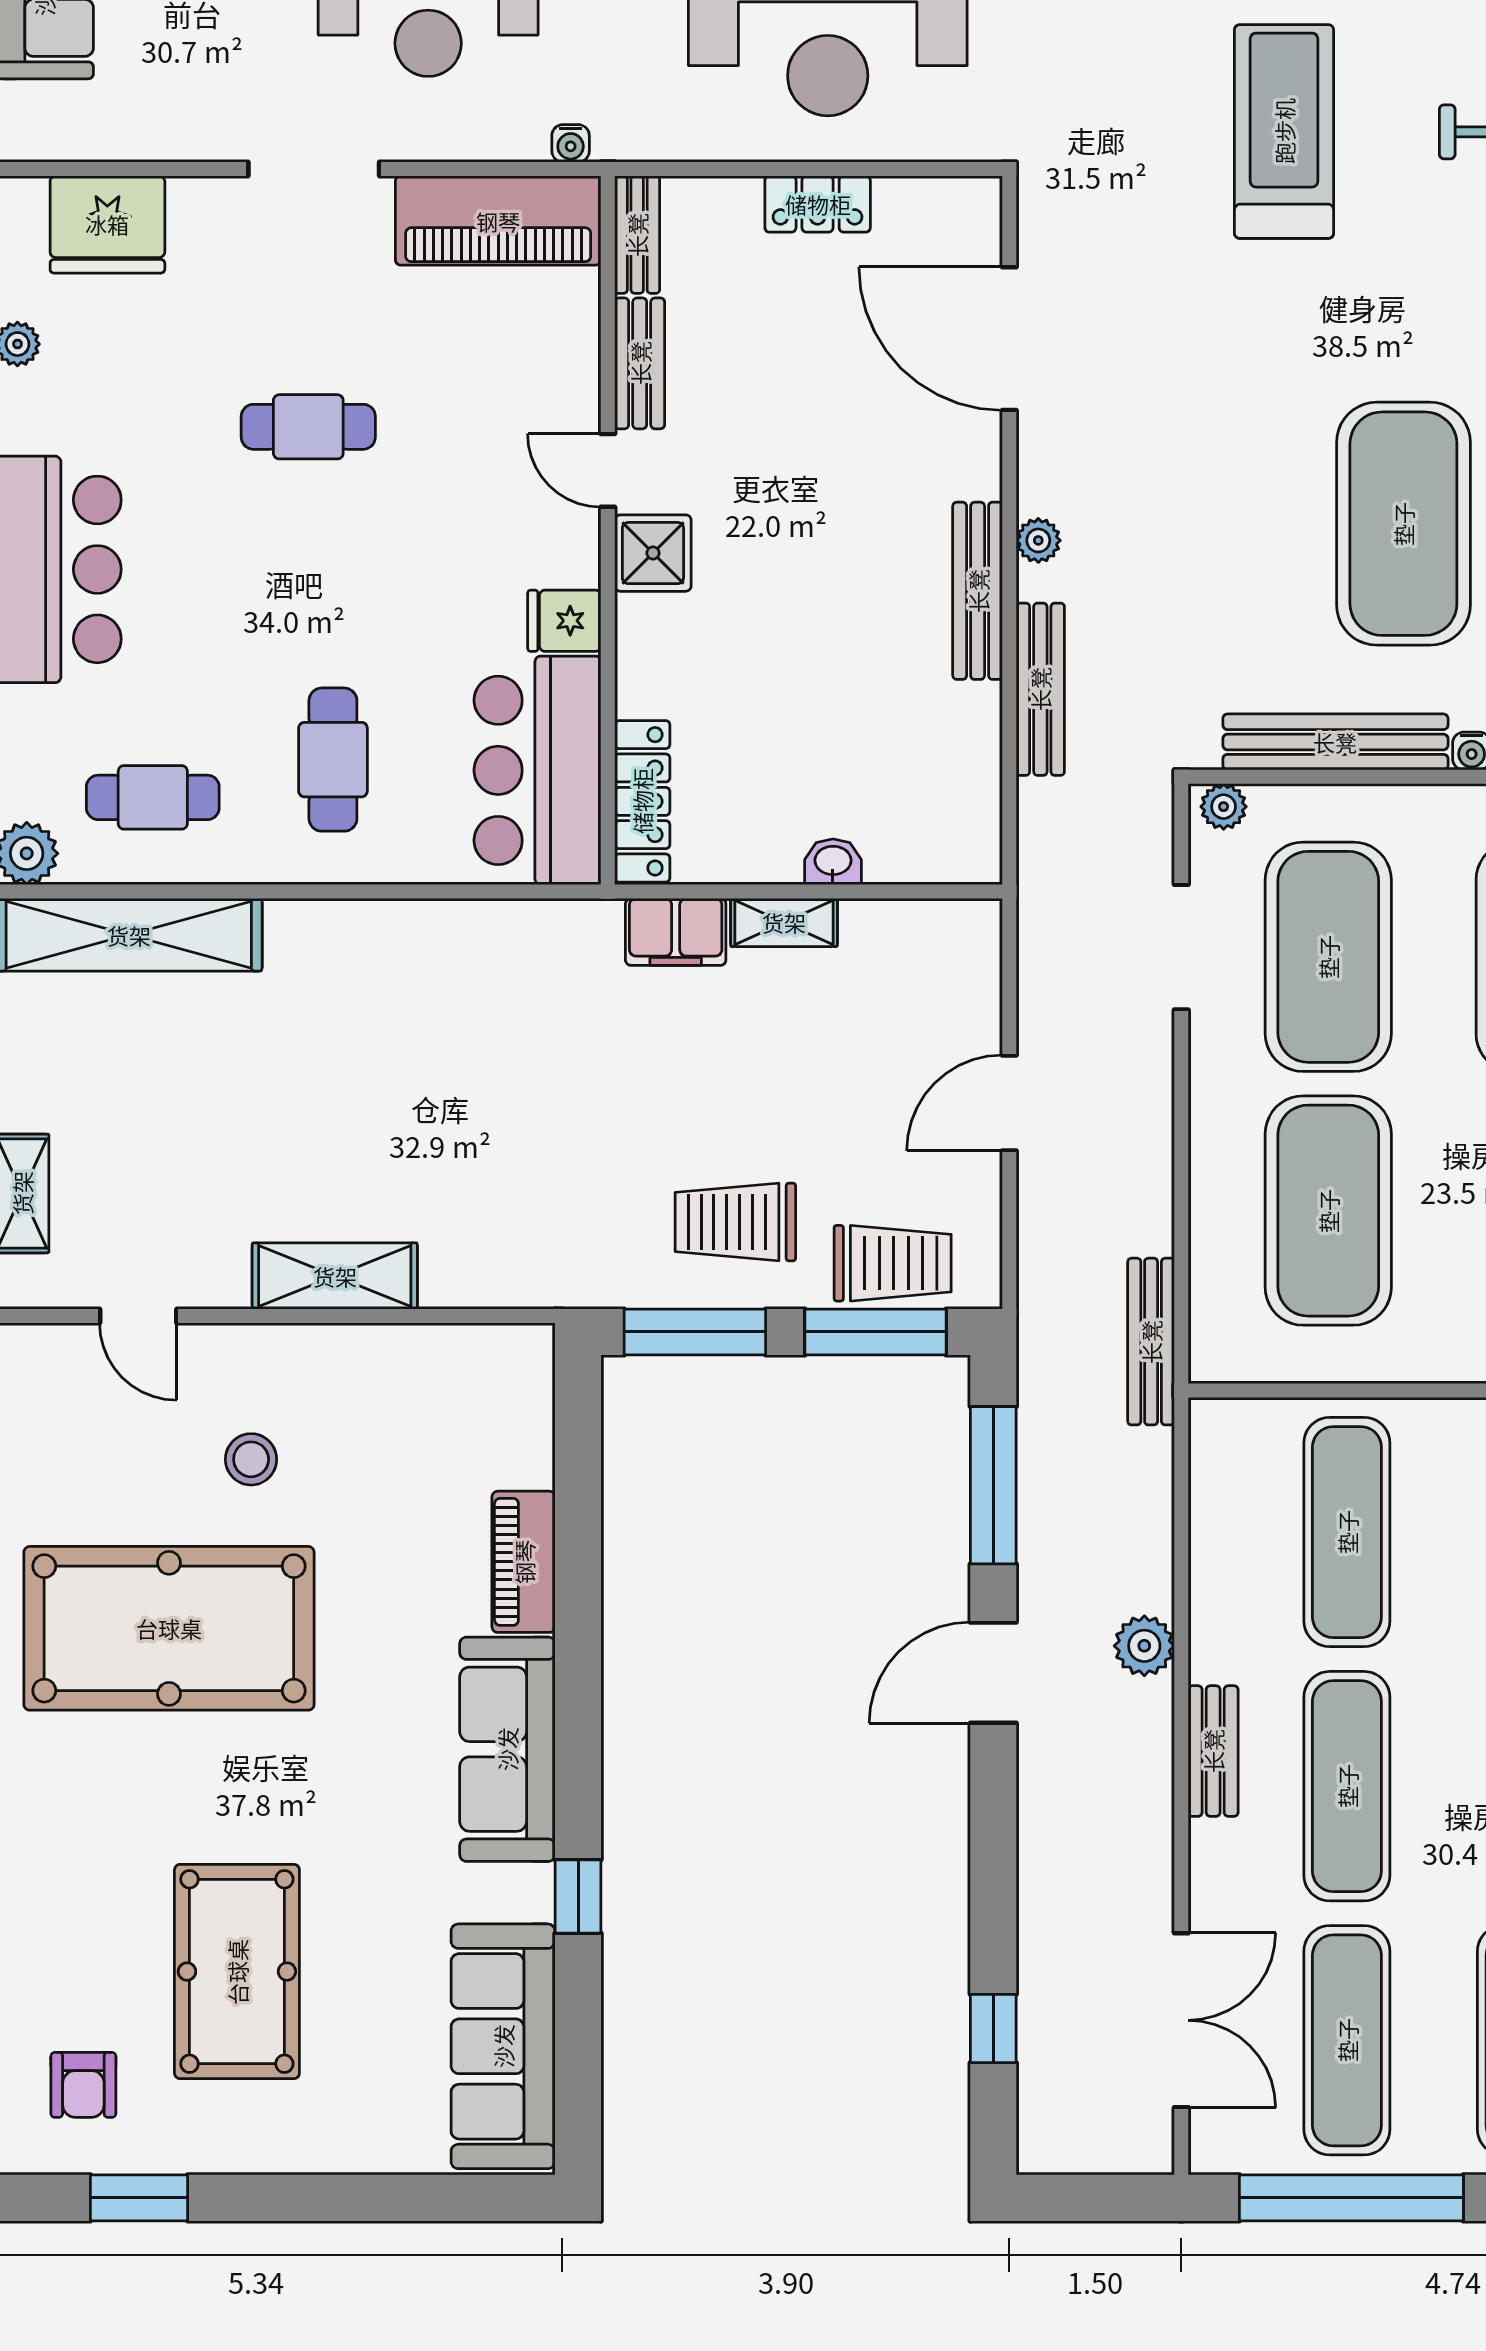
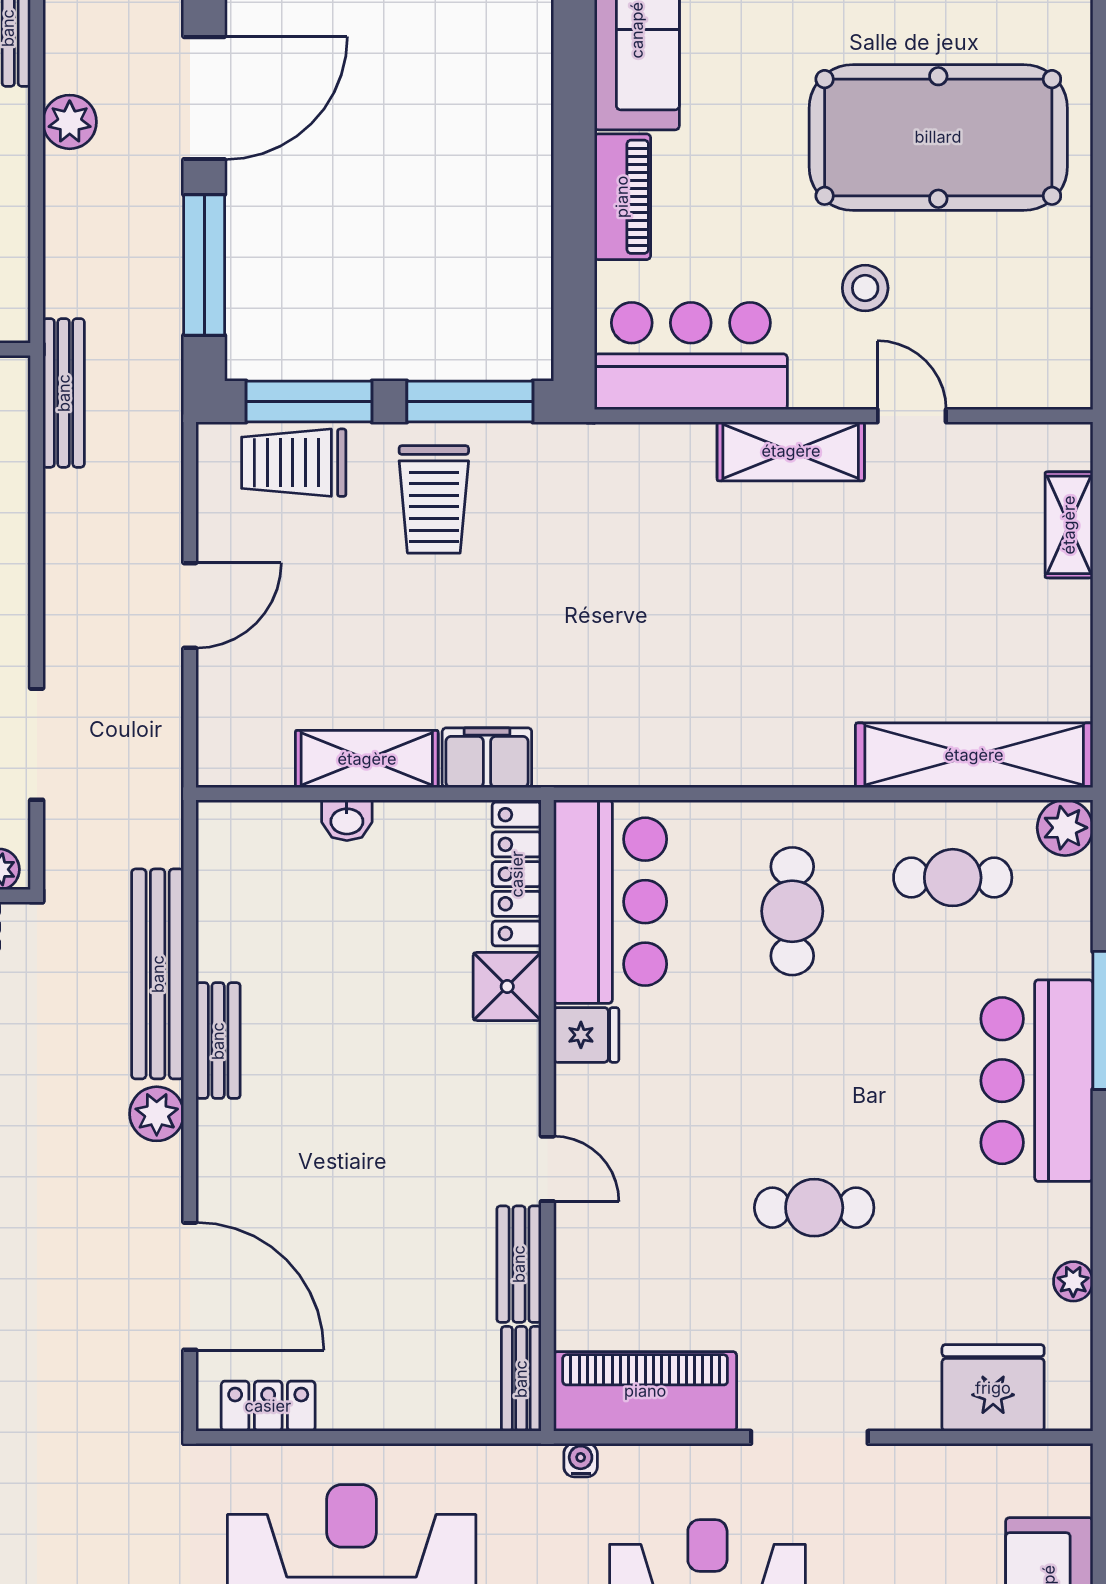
locker: (818, 204) -> (268, 1406), moved
plant: (1038, 540) -> (157, 1114), width x1.38, depth x1.38
shower: (653, 553) -> (507, 986), moved
bench: (978, 591) -> (218, 1041), width x0.73
bench: (1040, 689) -> (158, 974), width x1.37, depth x1.21
shelving: (784, 922) -> (367, 759), width x1.50, depth x1.33
trolley: (735, 1222) -> (434, 499), turned 90
door: (138, 1316) -> (912, 416), moved
bar counter: (447, 1383) -> (691, 356), added
door: (993, 1673) -> (204, 98), width x1.36

